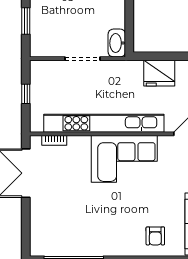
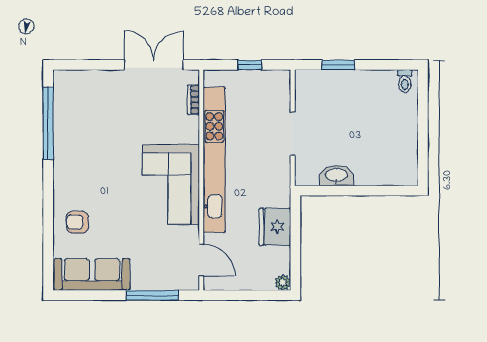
washbasin: (117, 43) -> (336, 175), moved

